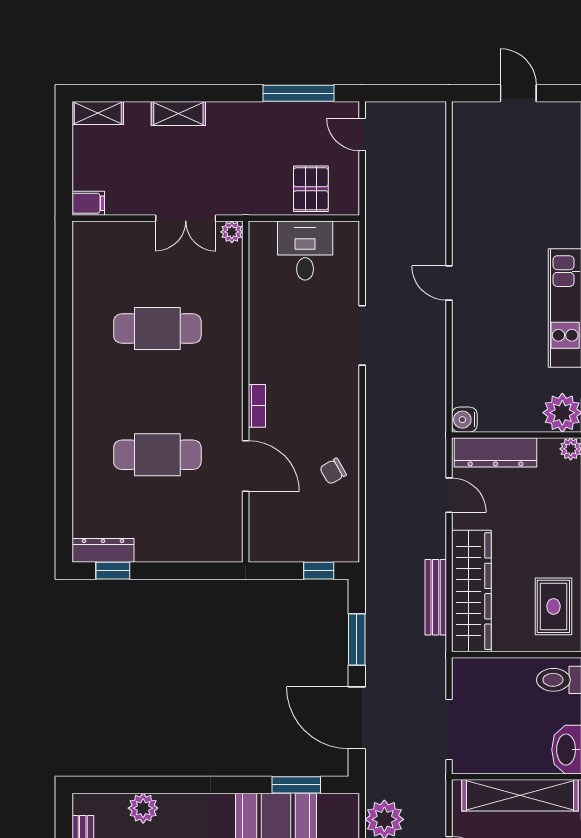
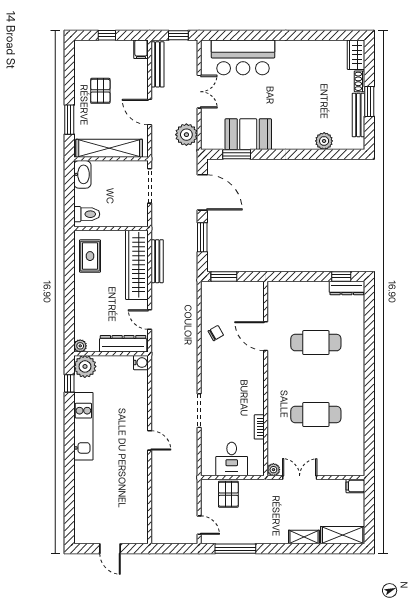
shelving: (98, 113) -> (343, 535), width x1.50, depth x1.33
bookcase: (257, 406) -> (259, 427), moved
window: (319, 571) -> (224, 276), width x1.50

